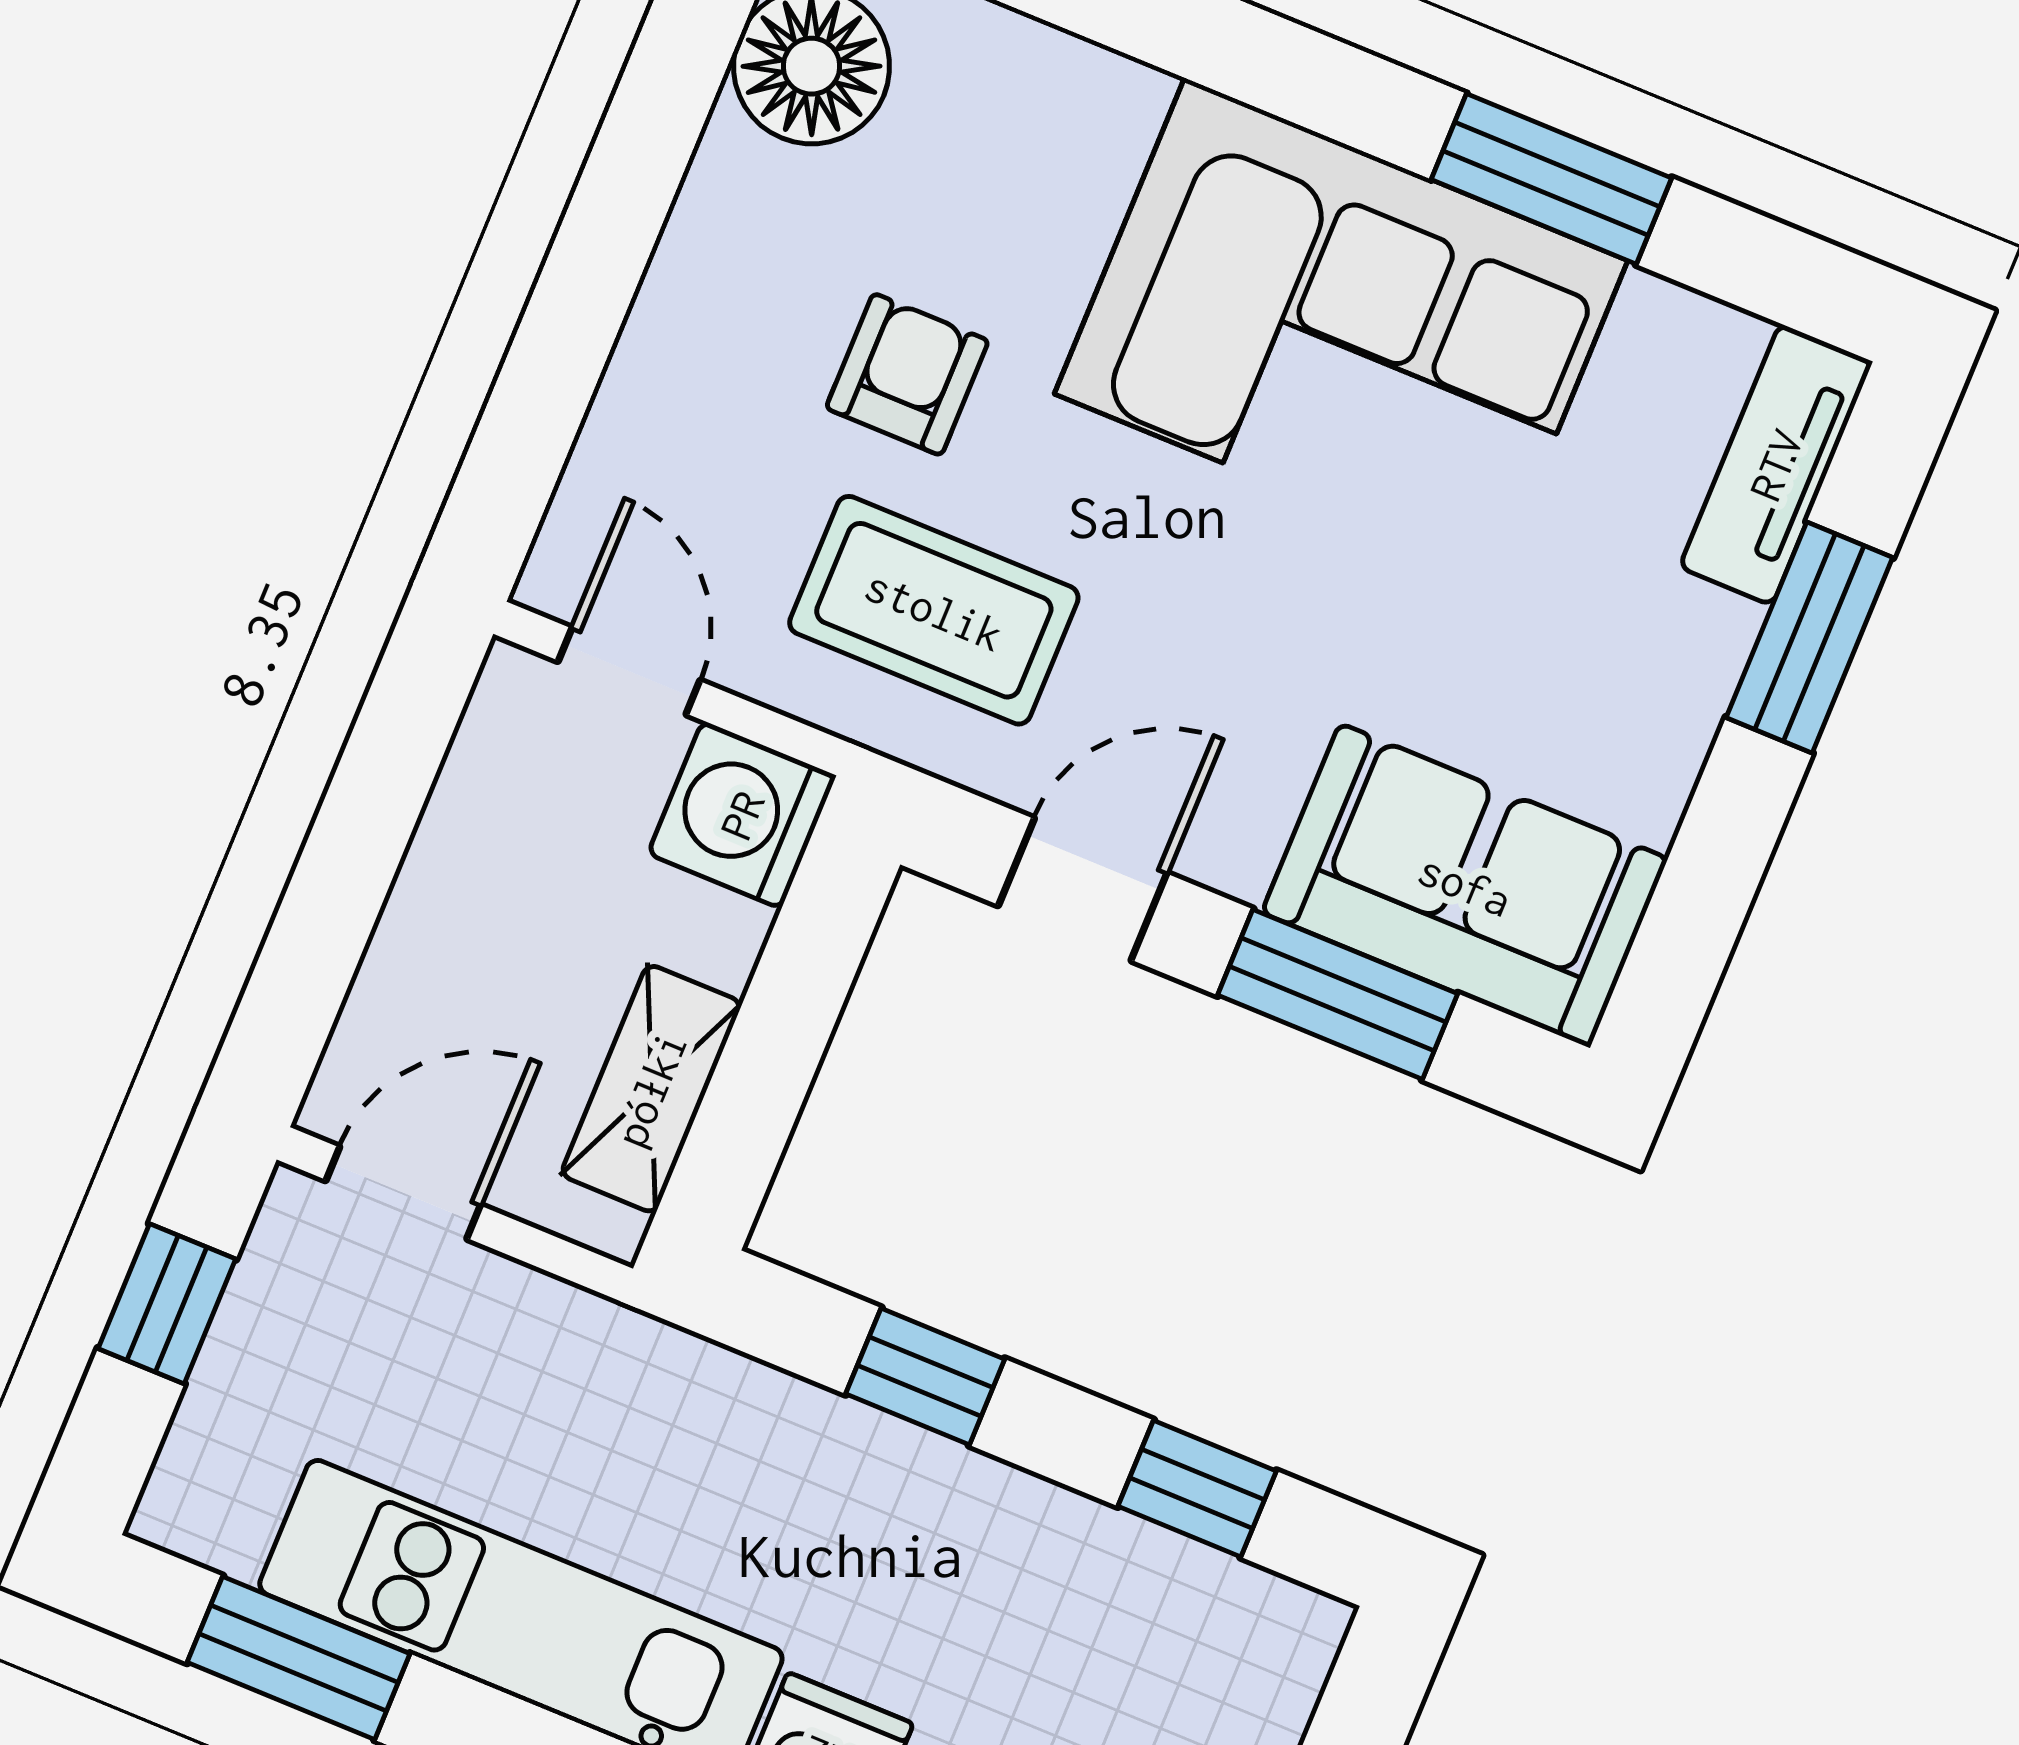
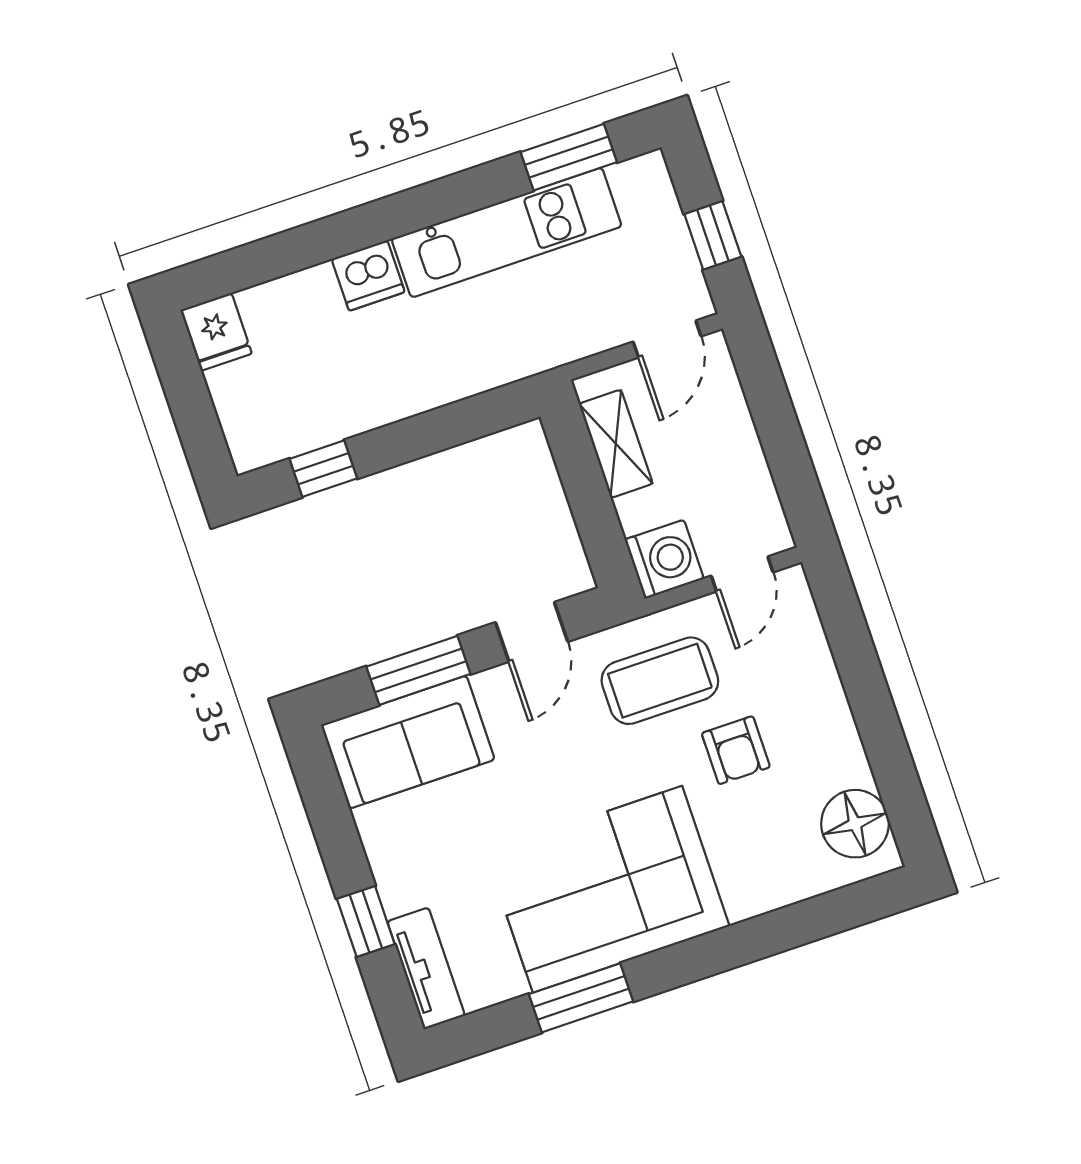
window: (1809, 638) -> (366, 921), width x0.67
door: (629, 671) -> (742, 574), hinge flipped
window: (925, 1377) -> (444, 428), removed

